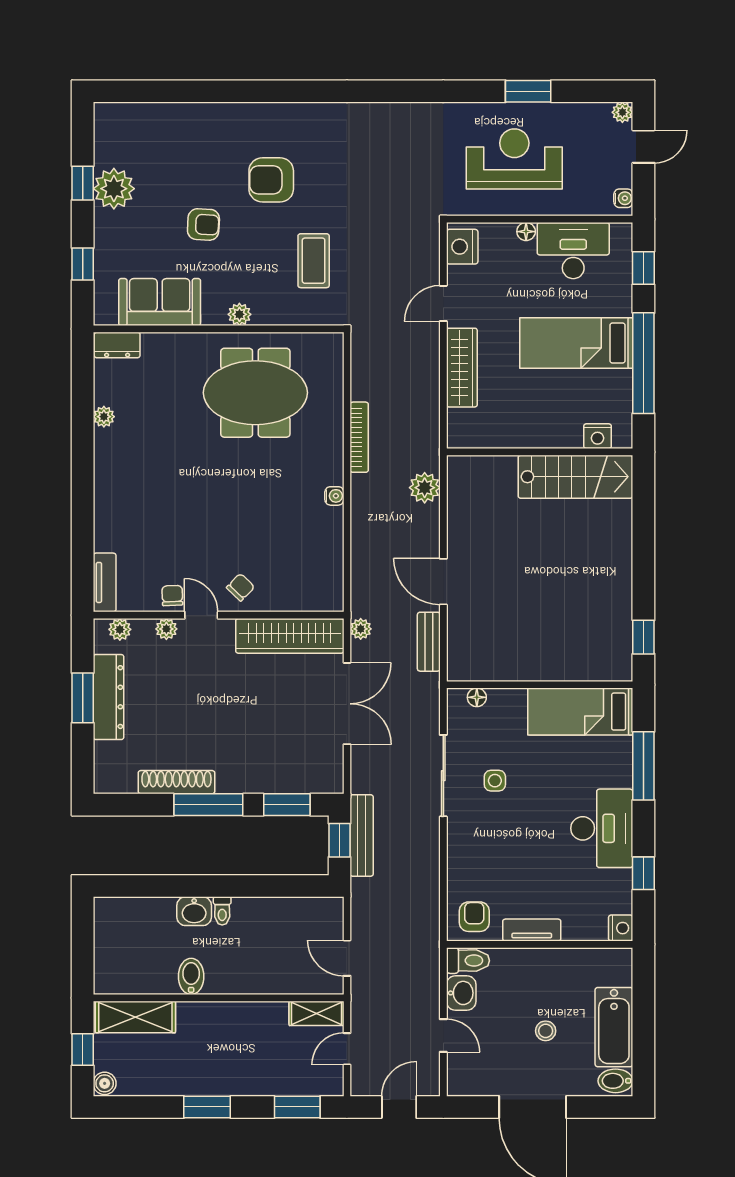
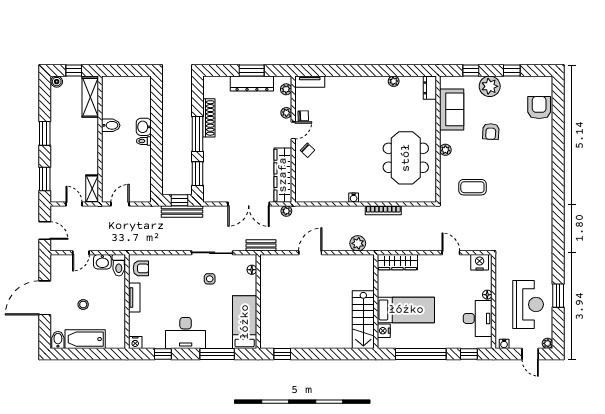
reception desk: (514, 159) -> (528, 304), moved
armchair: (271, 180) -> (539, 108), moved
plant: (114, 189) -> (490, 86), moved
bed: (576, 343) -> (406, 310), moved, turned 90
wardrobe: (462, 368) -> (397, 262), moved
bench: (429, 642) -> (261, 245), moved

